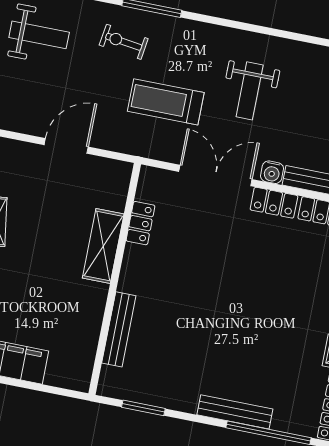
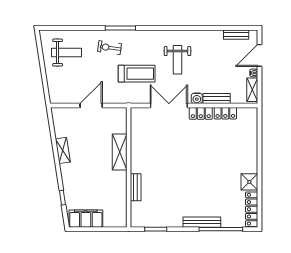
treadmill: (166, 102) -> (137, 74), turned 180
locker: (140, 223) -> (136, 137), removed
bench: (119, 329) -> (136, 187), width x0.73

